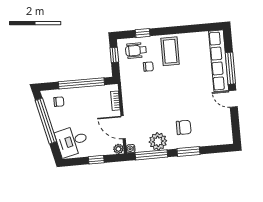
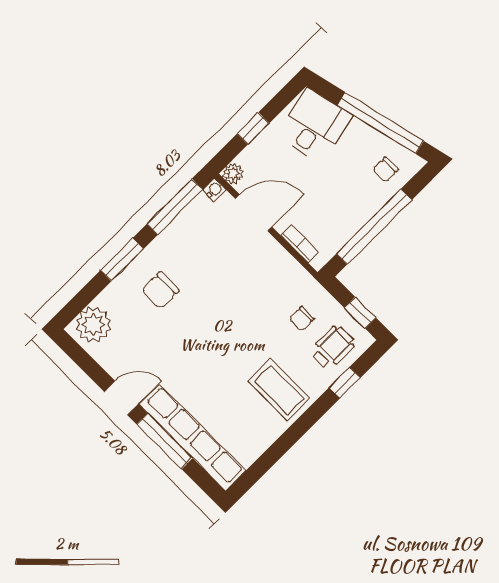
chair: (148, 67) -> (302, 319), moved
plant: (158, 141) -> (93, 324), moved

